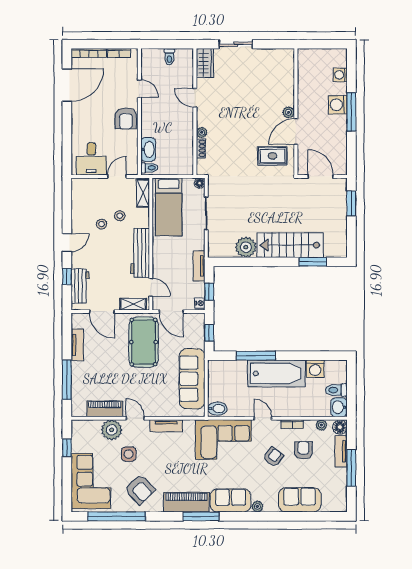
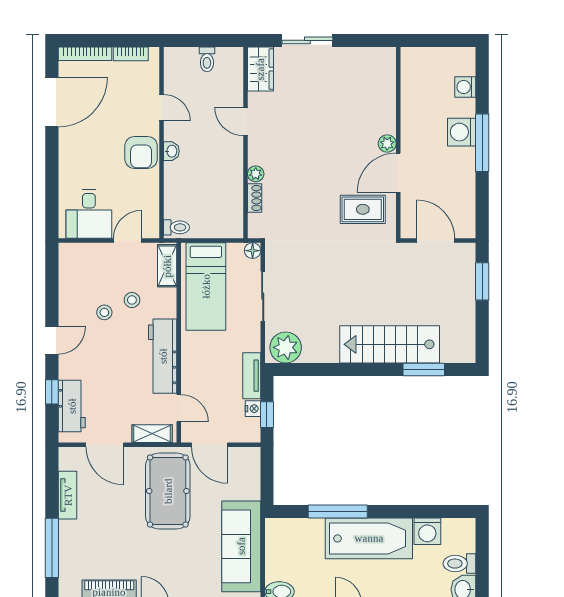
washbasin: (148, 149) -> (171, 151), moved, width x0.52, depth x0.69
plant: (246, 247) -> (286, 347), moved
nightstand: (200, 303) -> (253, 409), moved
window: (209, 333) -> (267, 477), removed

